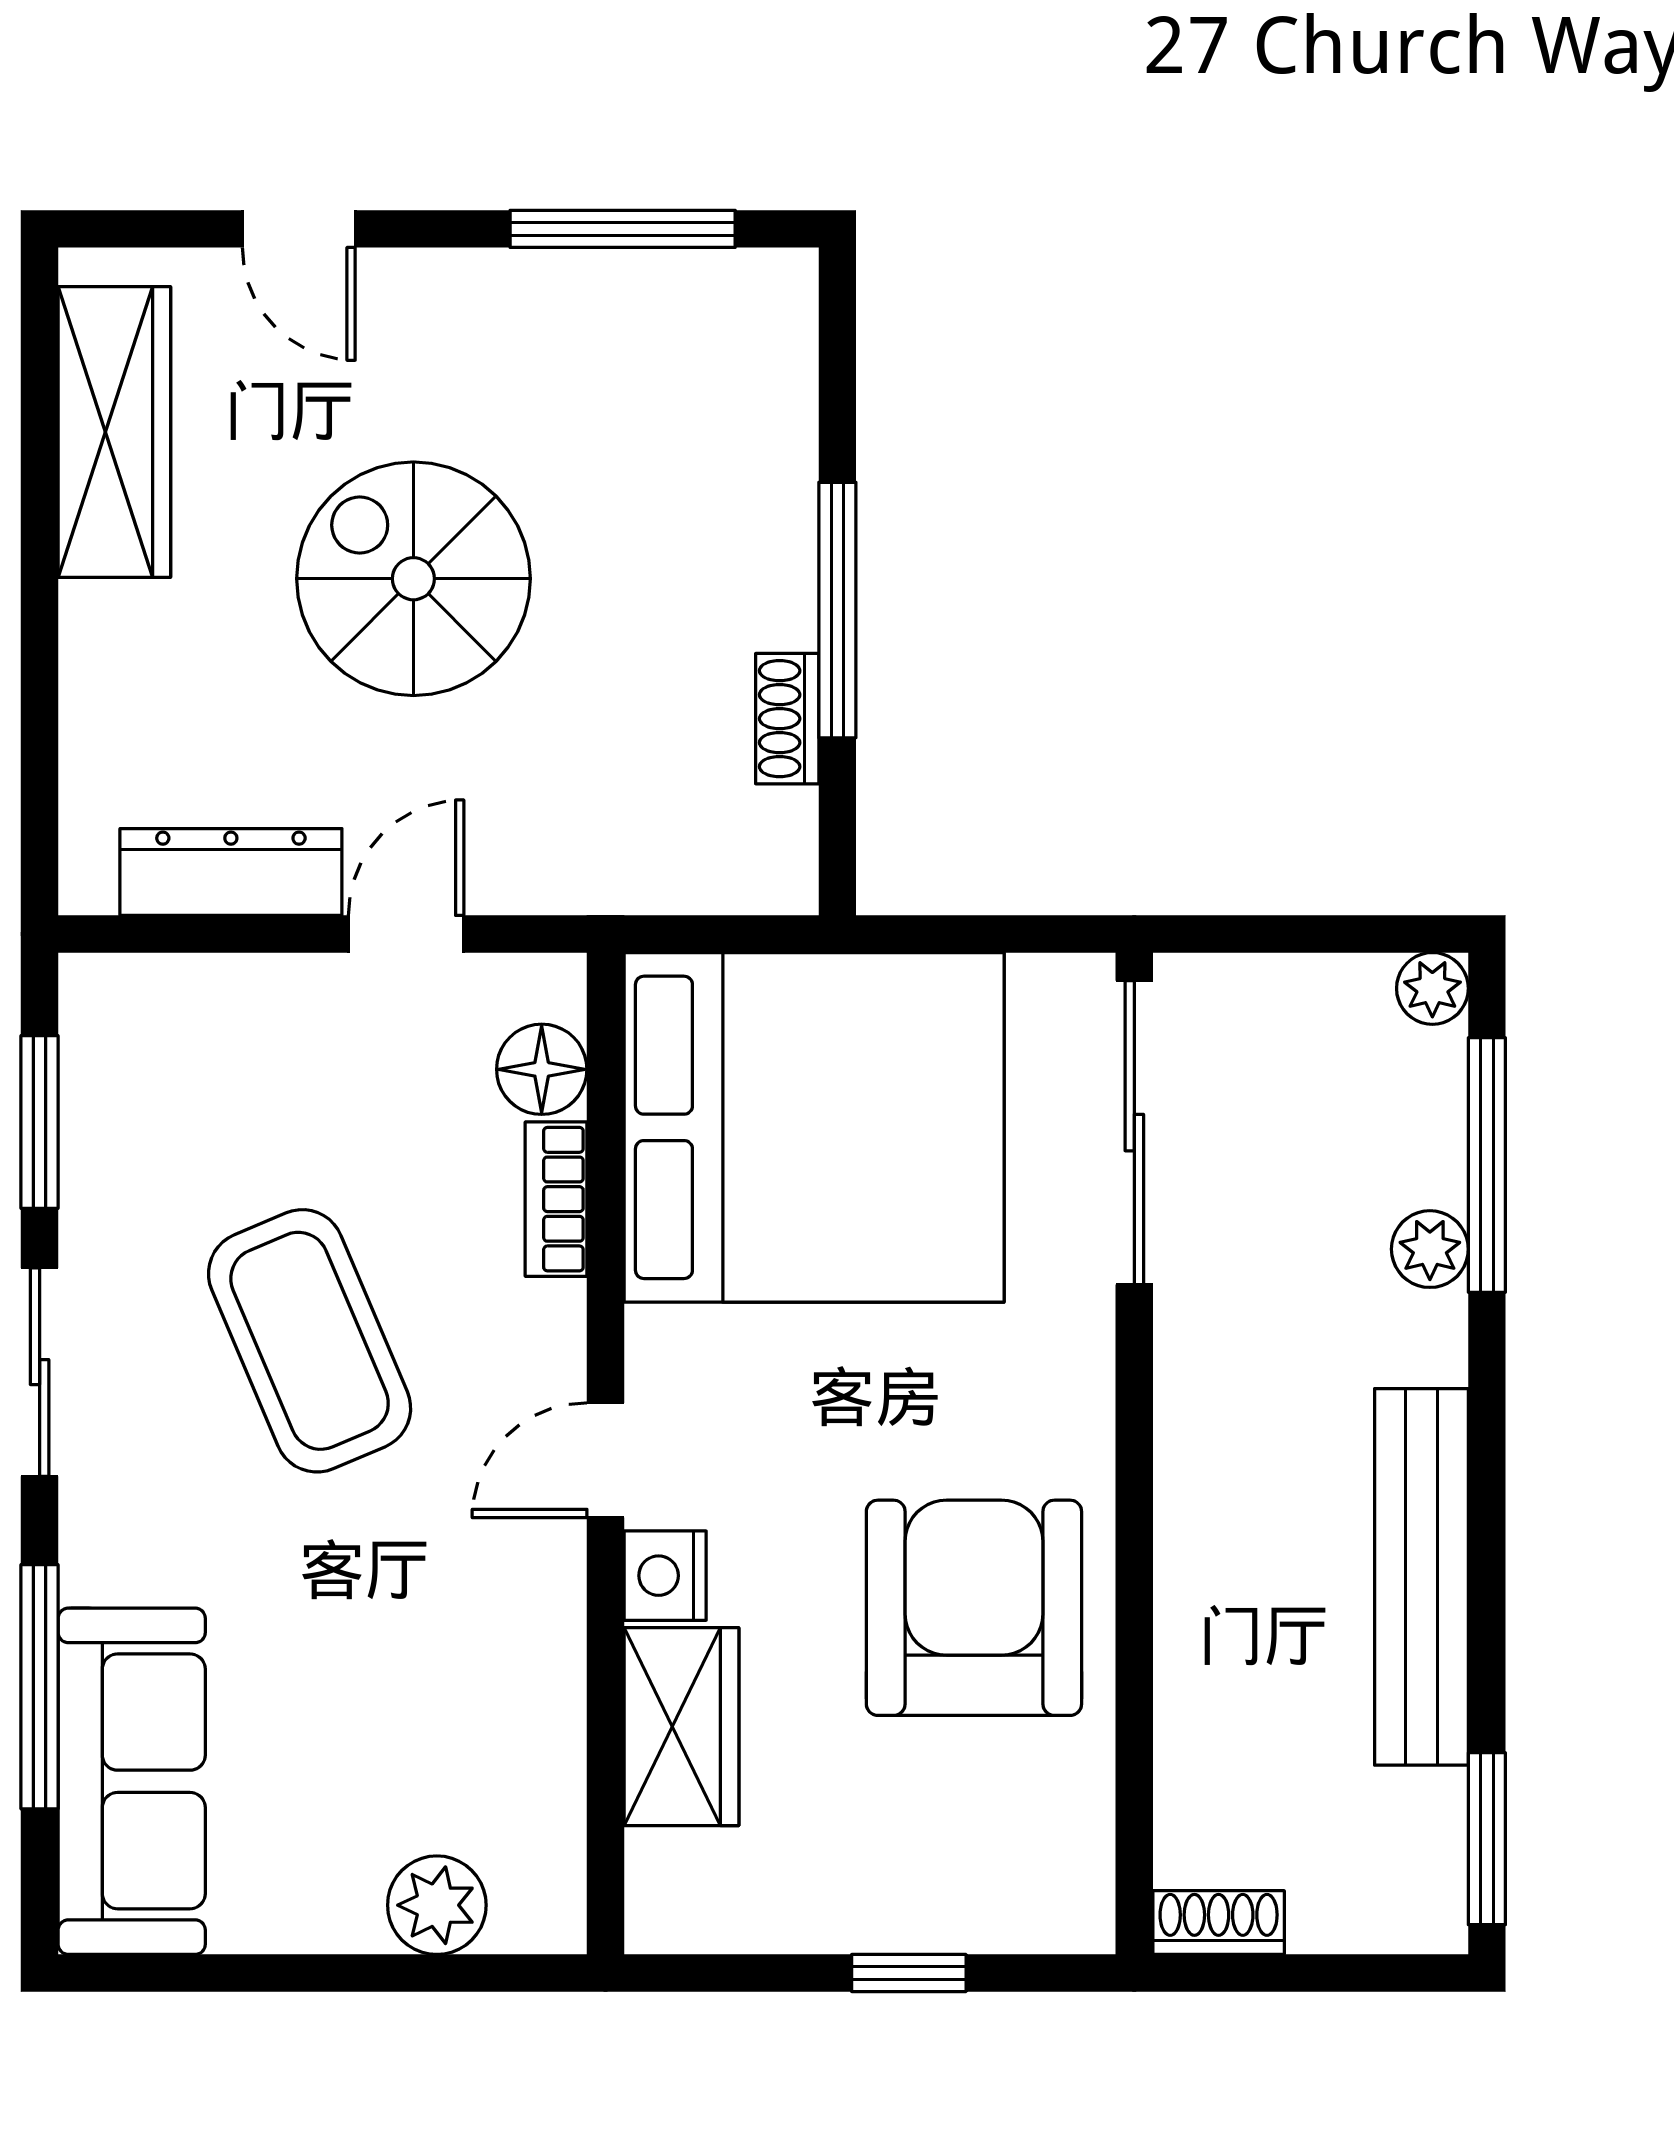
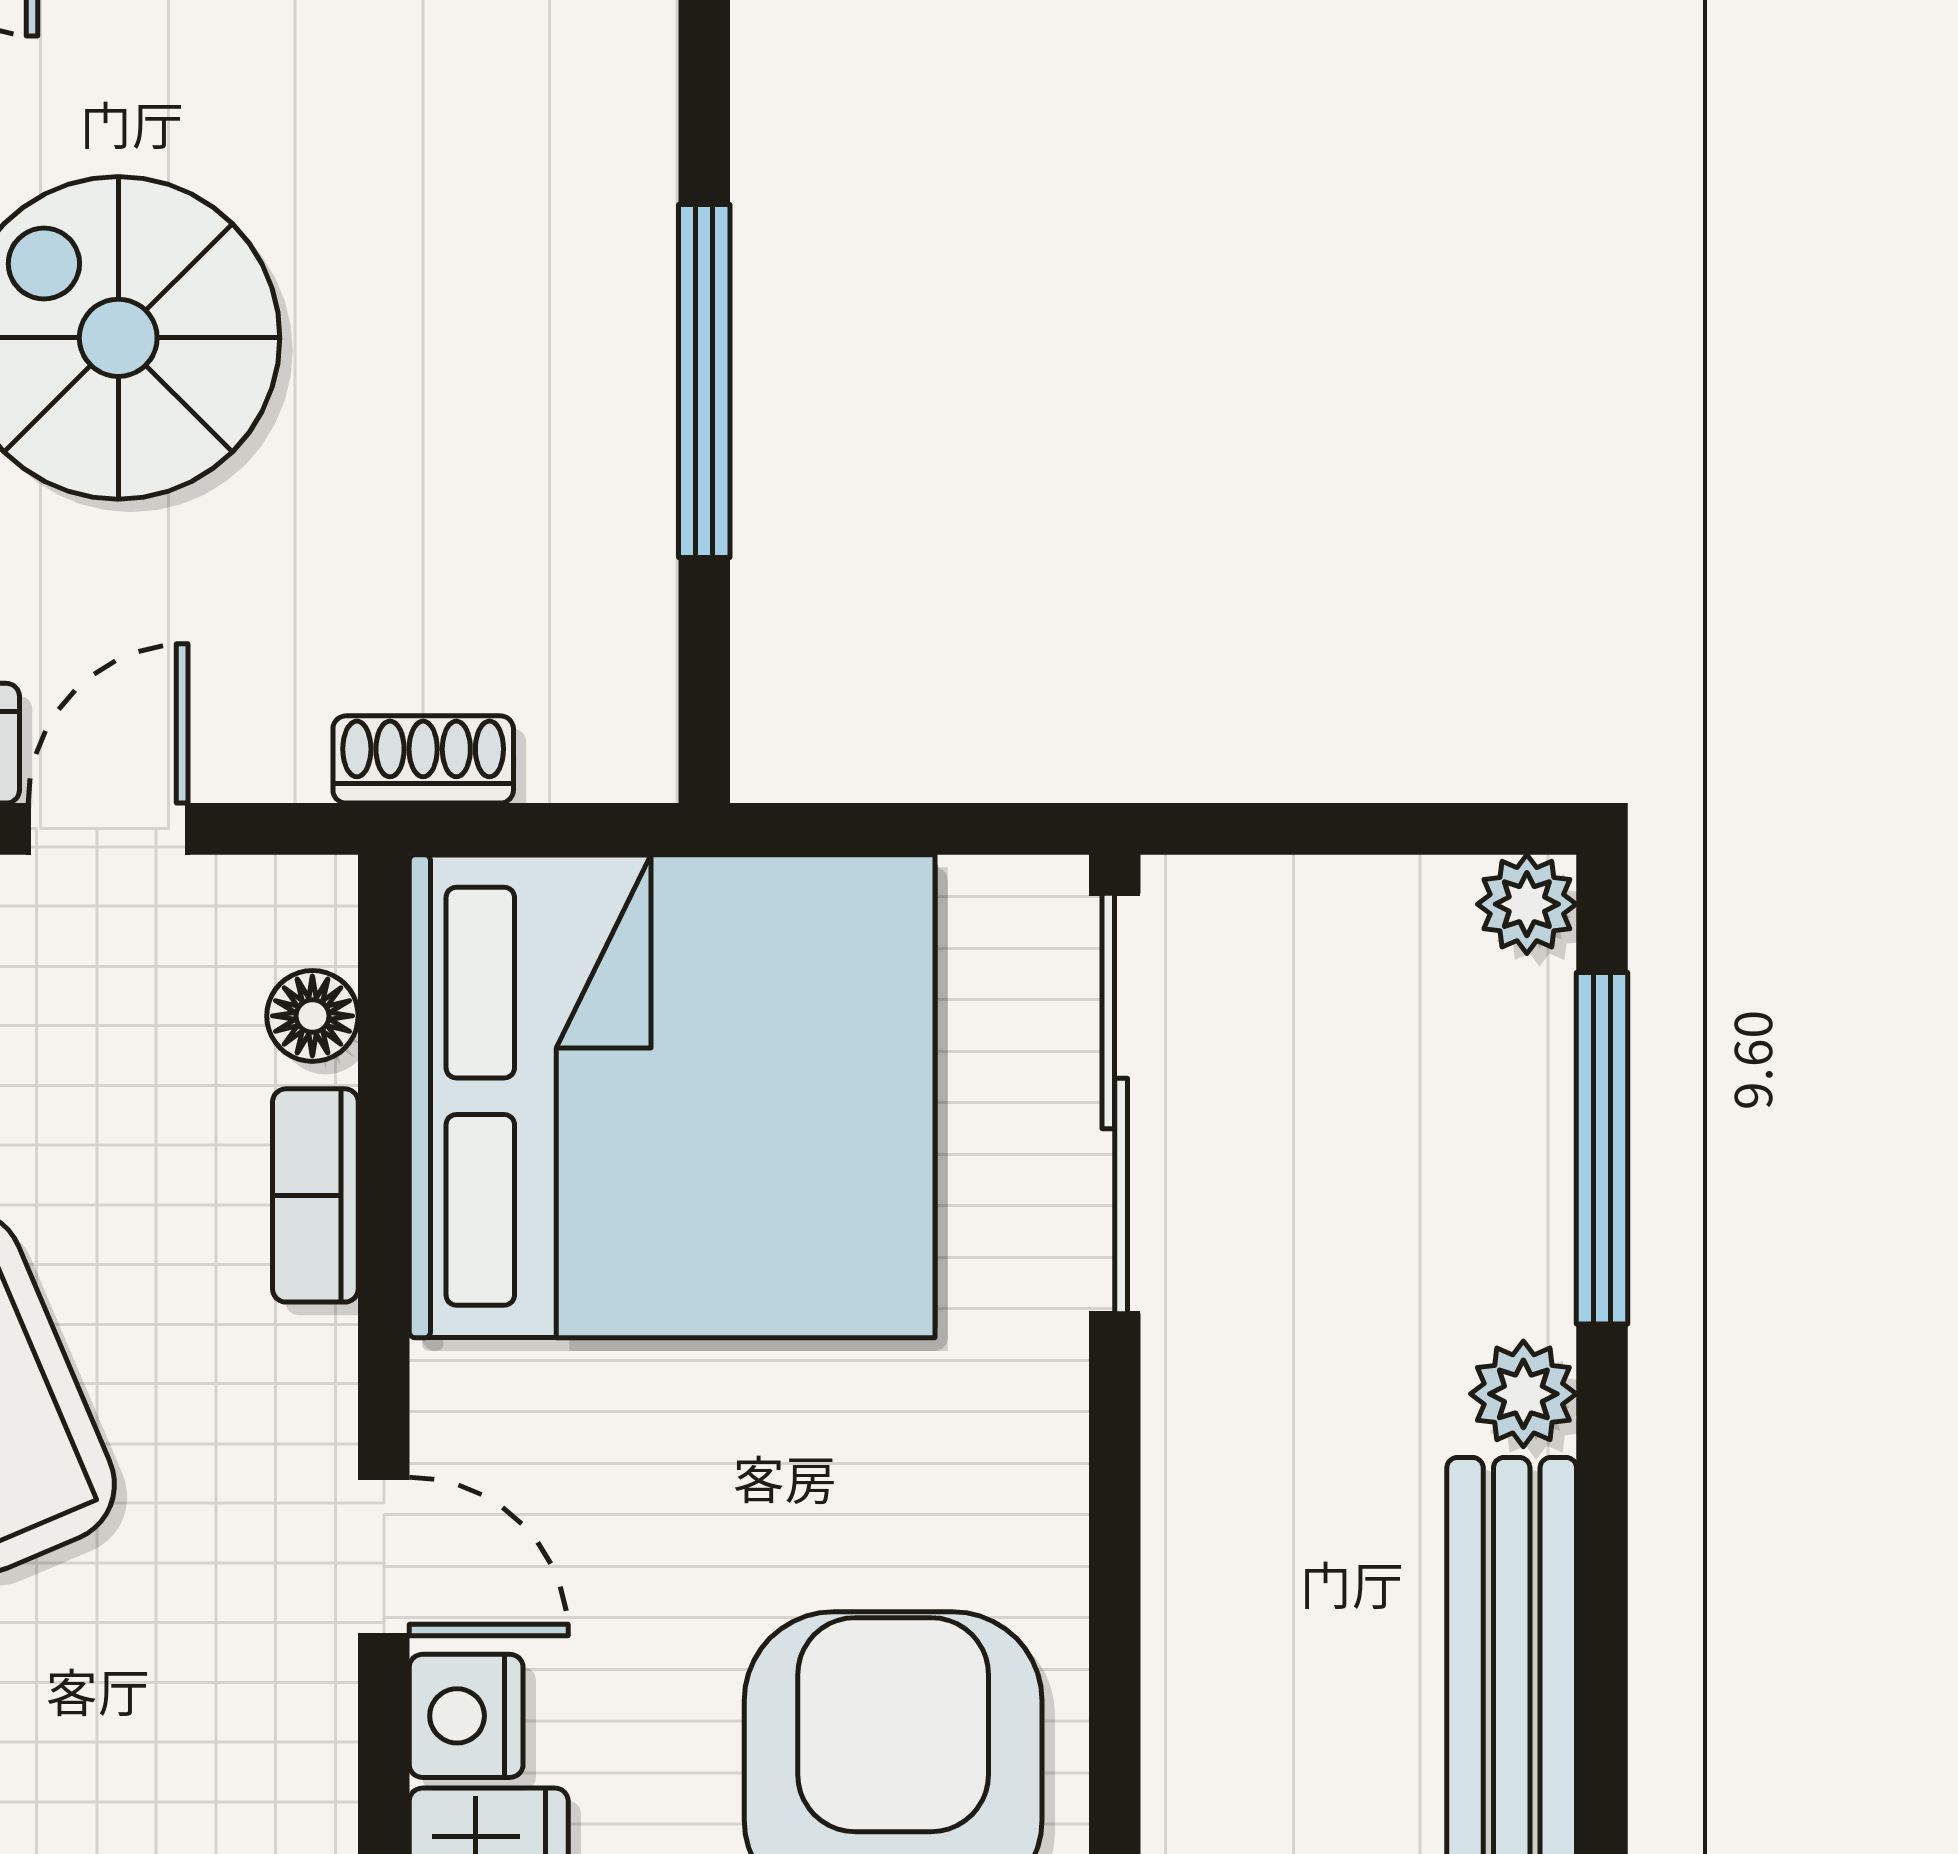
shoe rack: (787, 719) -> (423, 759), moved, turned 90
floor lamp: (542, 1069) -> (312, 1016), width x0.73, depth x0.73
plant: (1430, 1249) -> (1523, 1394), moved
door: (605, 1460) -> (384, 1556), swing flipped

